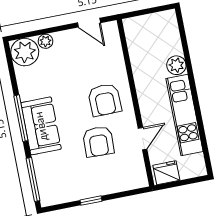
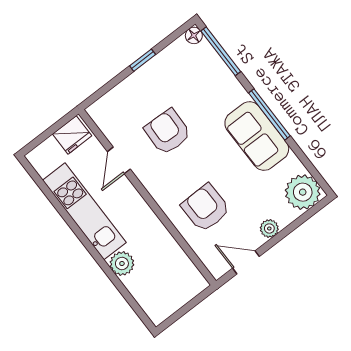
plant: (45, 41) -> (269, 229), moved
armchair: (105, 100) -> (206, 208), moved
sofa: (41, 126) -> (257, 136), moved
floor lamp: (46, 200) -> (194, 35), added

